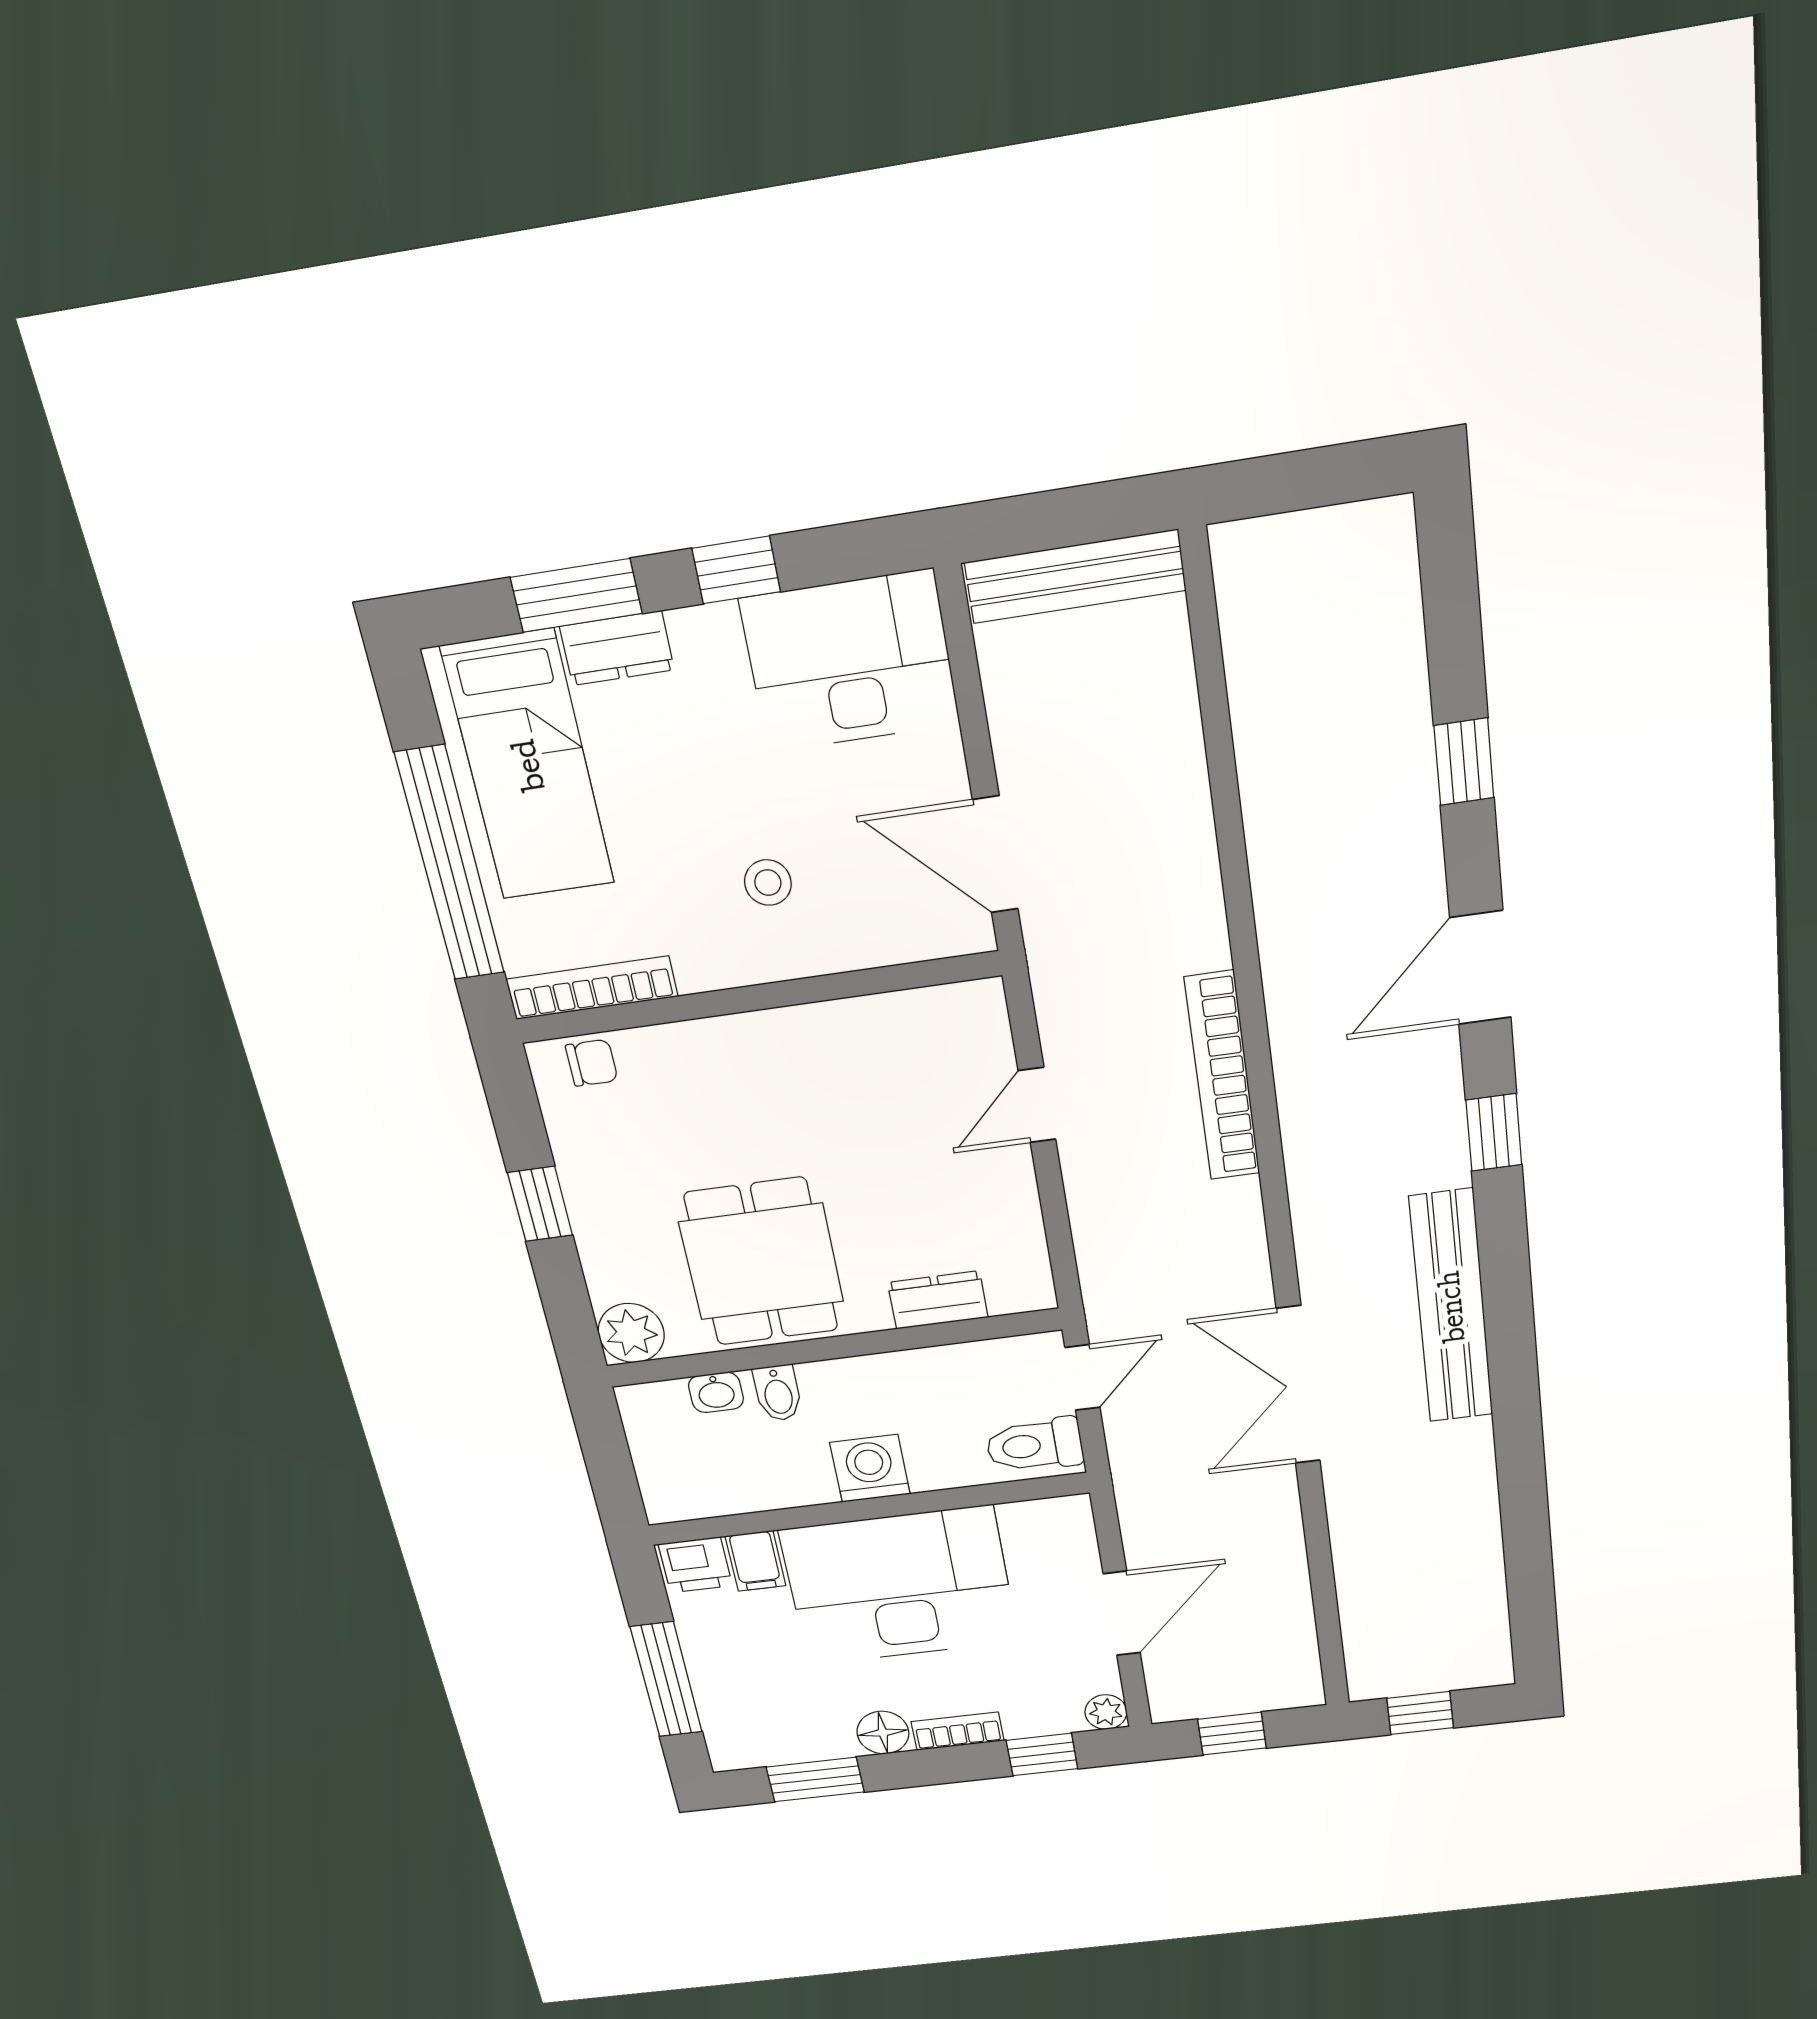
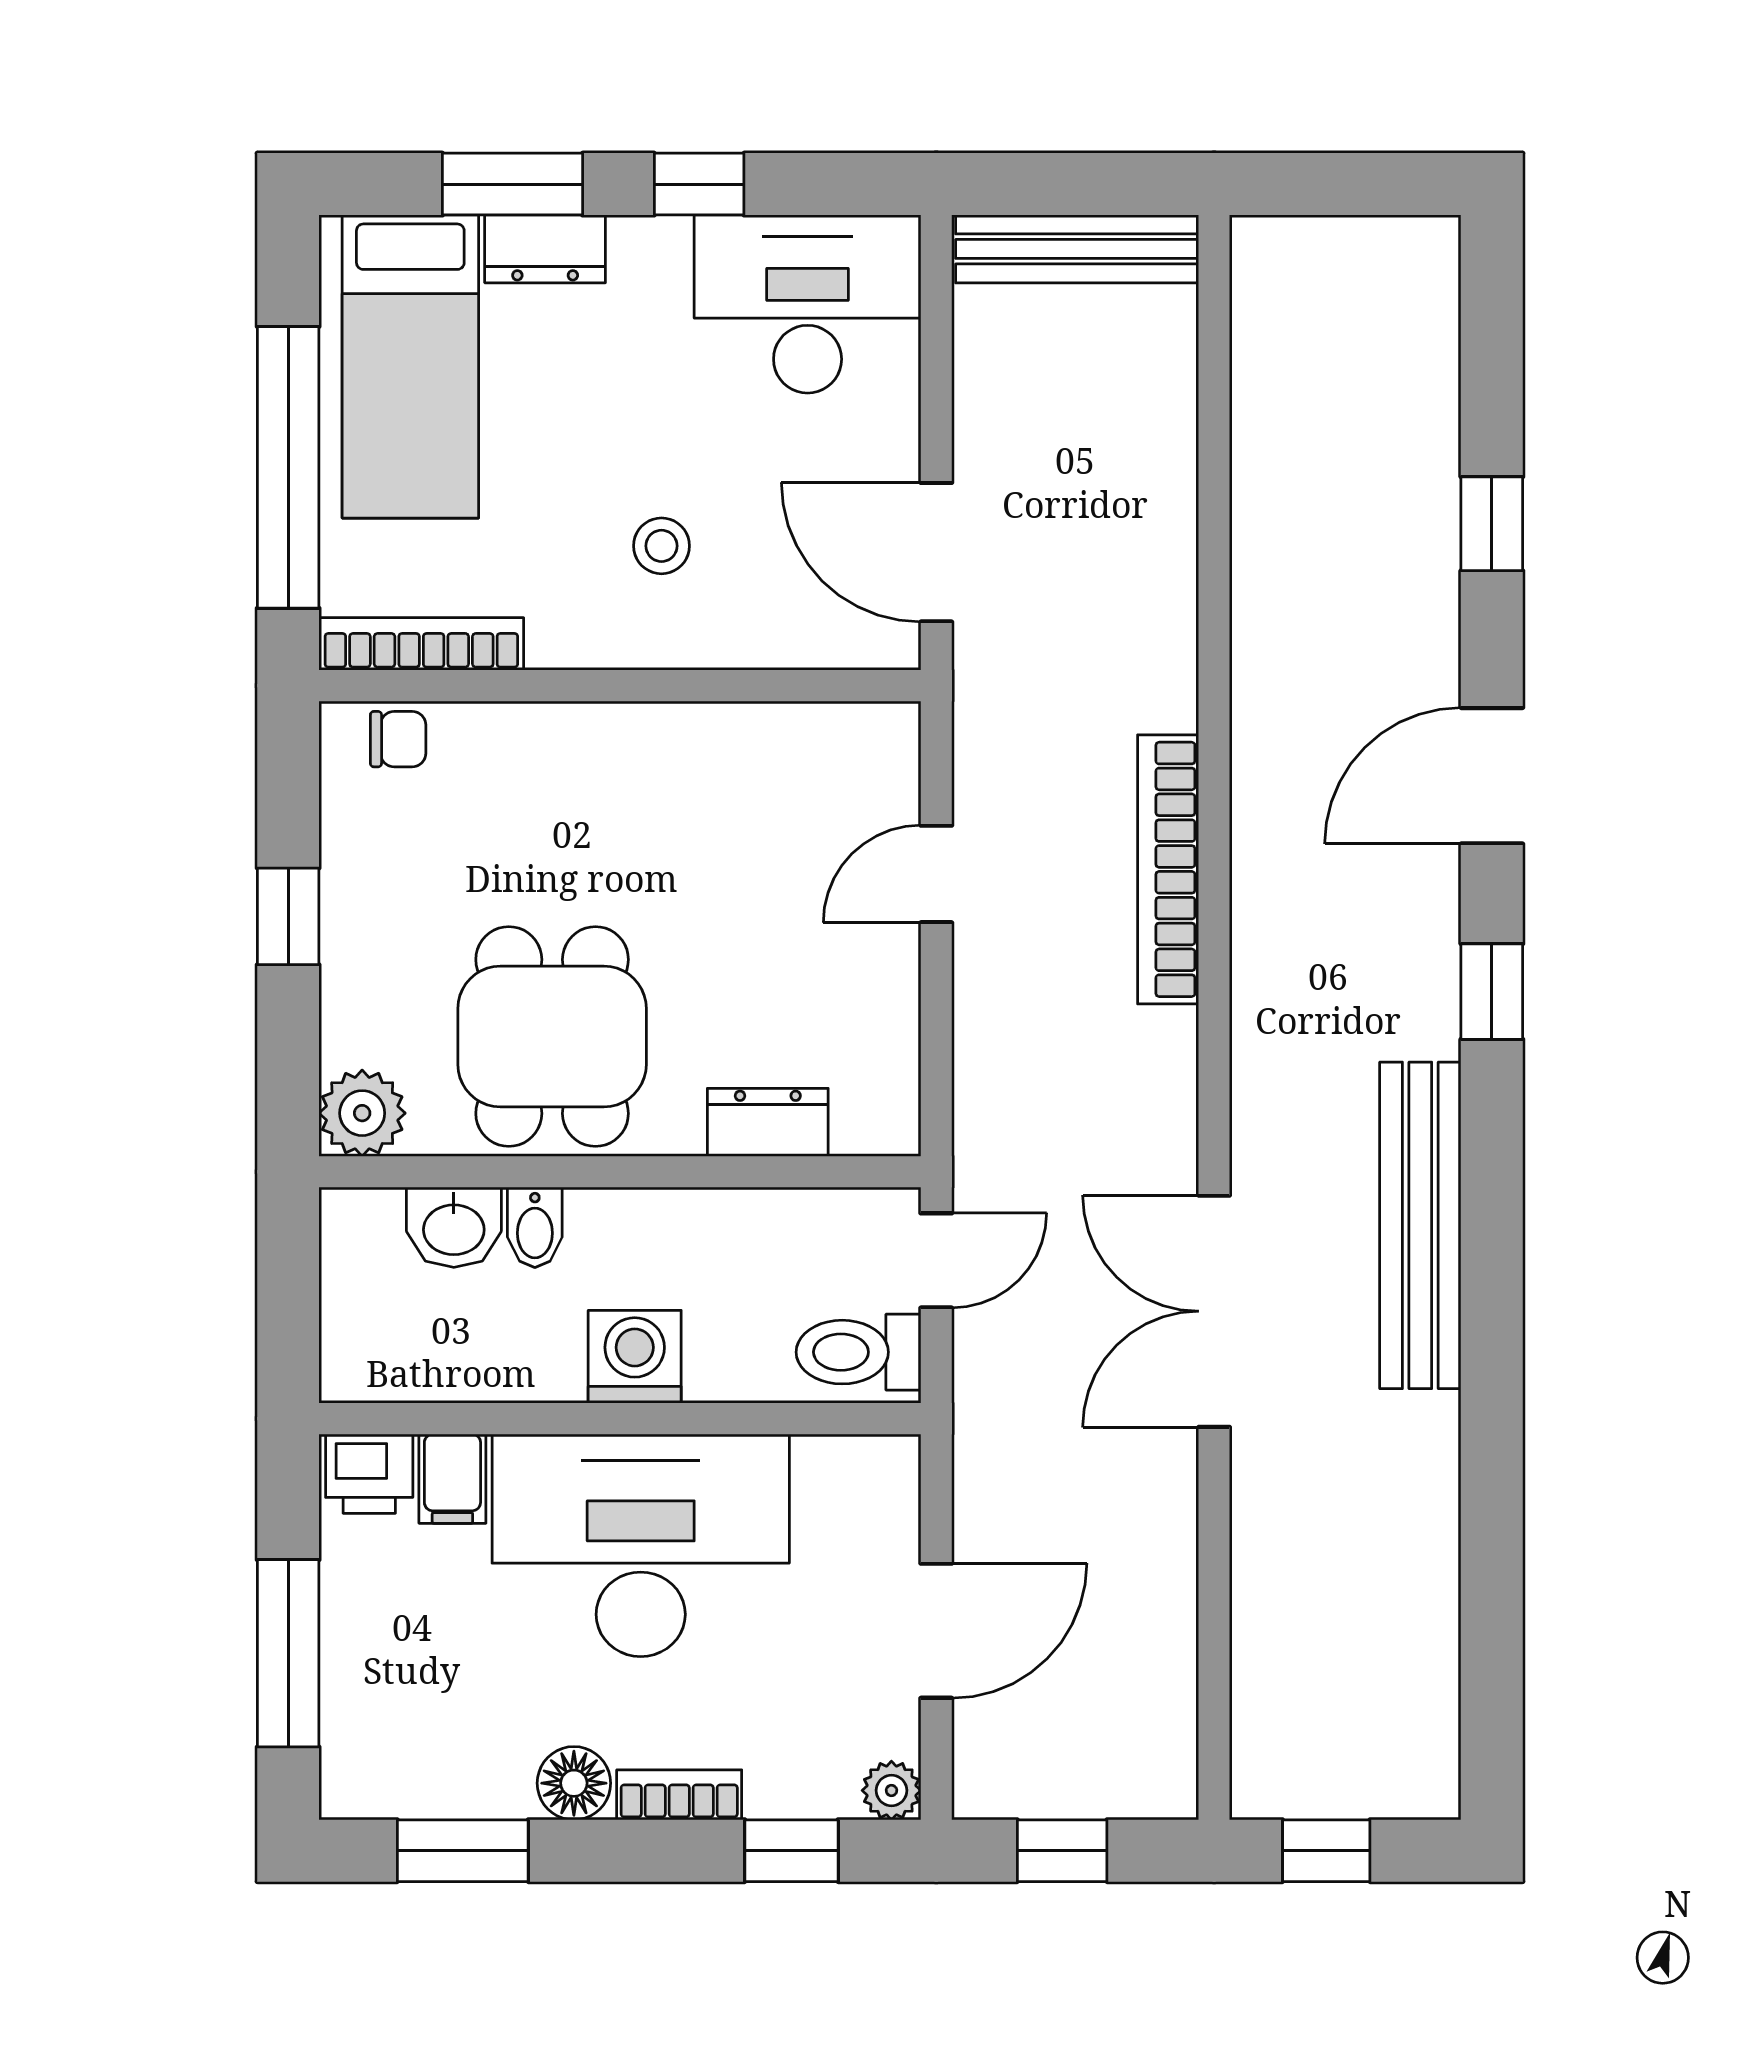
washbasin: (716, 1392) -> (454, 1227), width x1.38, depth x1.45

